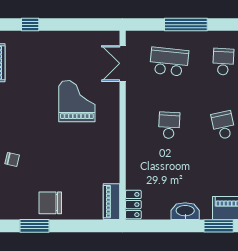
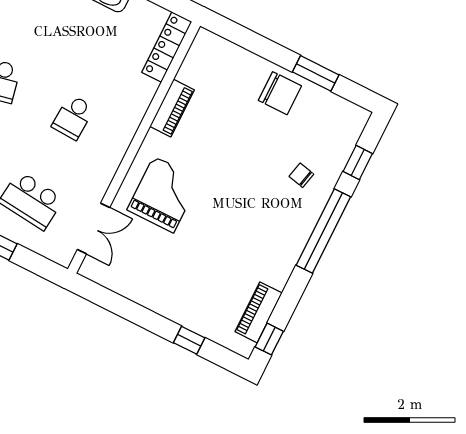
grand piano: (77, 101) -> (164, 194), moved, turned 180
piano: (111, 202) -> (172, 108), moved
locker: (133, 205) -> (167, 47), width x1.53

